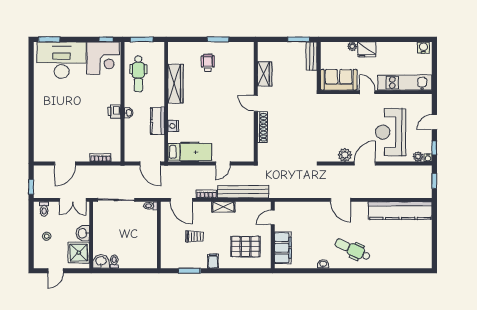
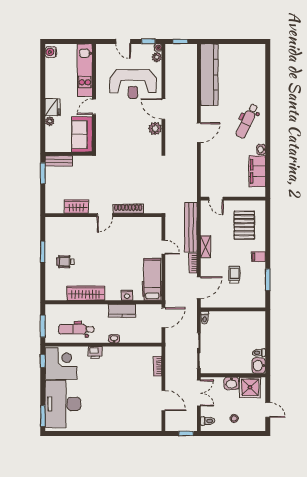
dental chair: (138, 74) -> (76, 329), turned 180
printer: (114, 112) -> (95, 352), moved
filing cabinet: (283, 248) -> (257, 171), moved, turned -90

